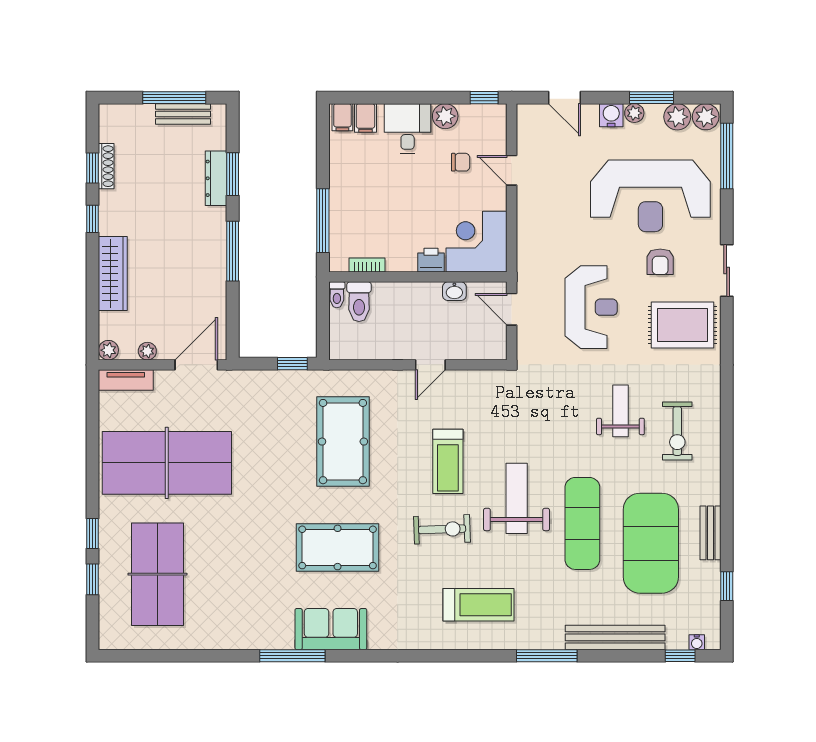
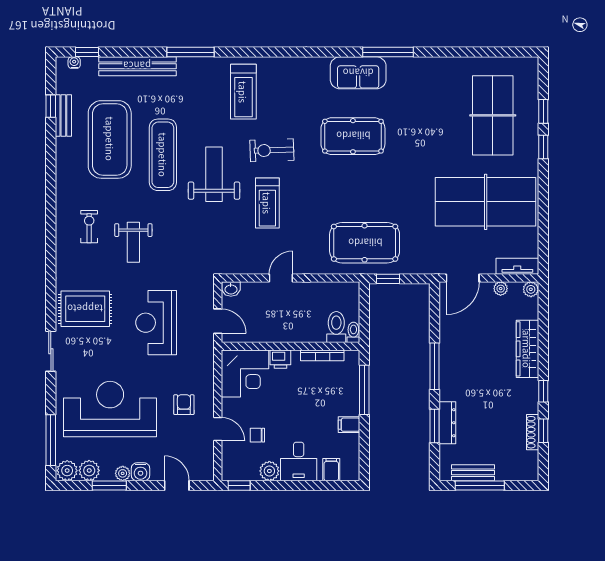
filing cabinet: (342, 117) -> (349, 425), moved, turned -90
armchair: (660, 262) -> (184, 405), moved
bookcase: (367, 265) -> (322, 355), width x1.56
washbasin: (454, 291) -> (231, 289), moved, turned 180
exercise bike: (677, 431) -> (89, 227), width x0.73, depth x0.72
pool table: (343, 442) -> (365, 243), moved, turned 90
treadmill: (448, 461) -> (267, 203), turned 180
weight bench: (517, 498) -> (214, 174), turned 180
bench: (710, 533) -> (63, 115), moved
treadmill: (479, 605) -> (243, 92), turned -90

